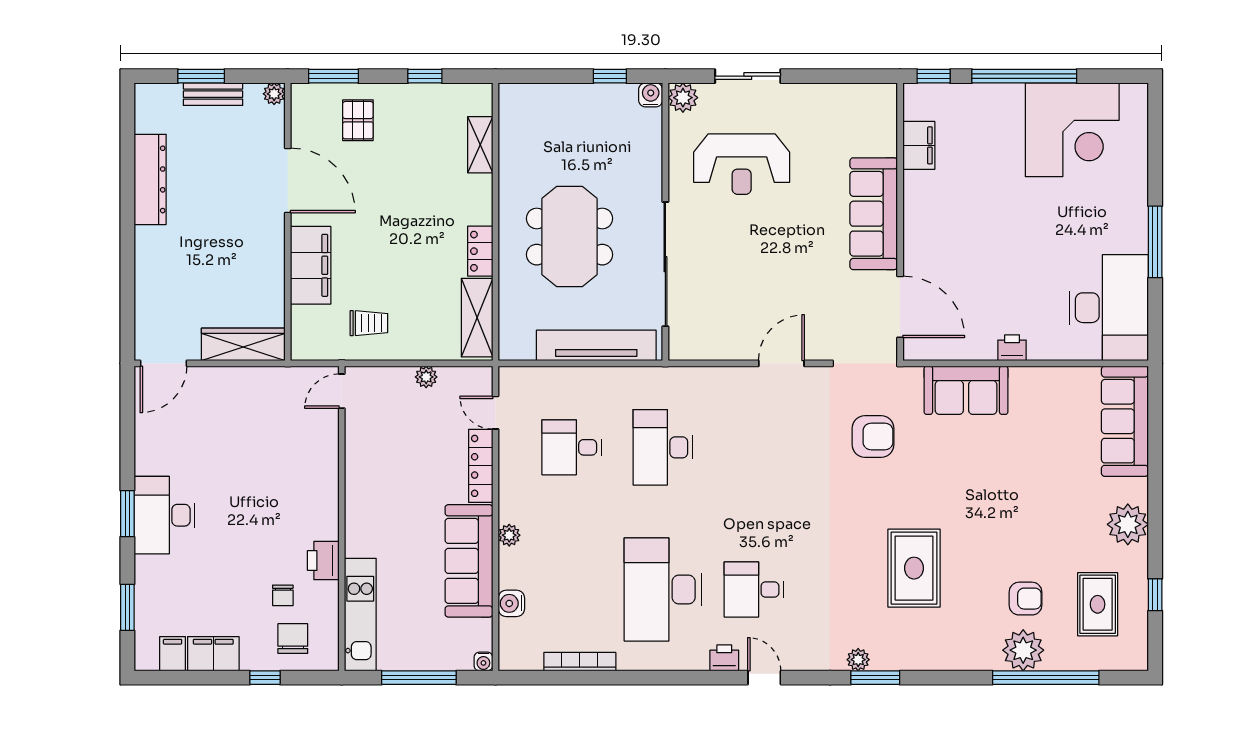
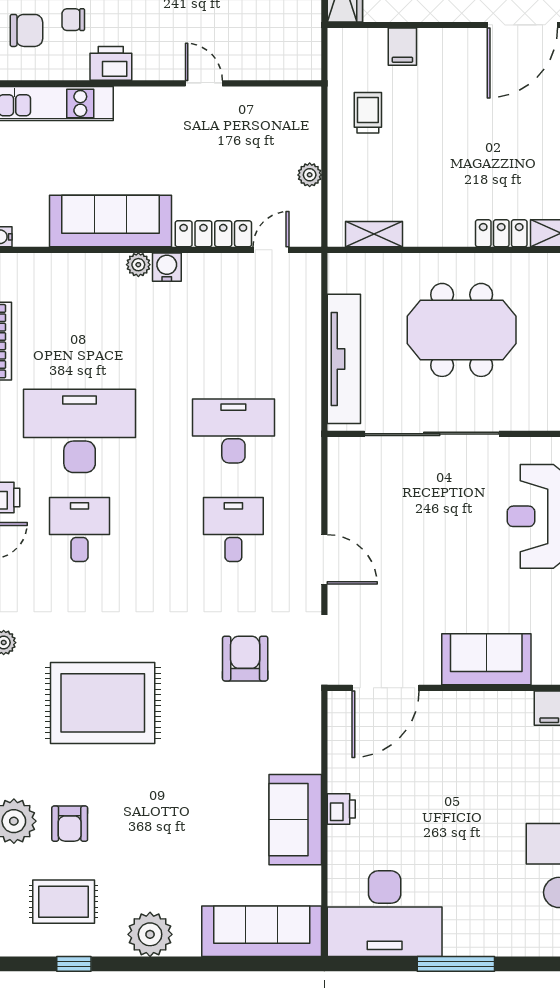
sofa: (874, 214) -> (486, 659), width x0.73
locker: (480, 251) -> (501, 233), moved
filing cabinet: (311, 265) -> (402, 47), width x0.33, depth x0.86
shelving: (477, 318) -> (374, 234), width x0.67, depth x0.75
trolley: (369, 323) -> (368, 113), turned 180
sofa: (966, 390) -> (295, 820), moved
door: (342, 391) -> (204, 83), moved
armchair: (873, 436) -> (245, 659), turned 180
desk: (572, 447) -> (233, 530), moved
rug: (914, 568) -> (103, 703), width x1.37, depth x1.44
water cooler: (511, 603) -> (167, 267), moved

